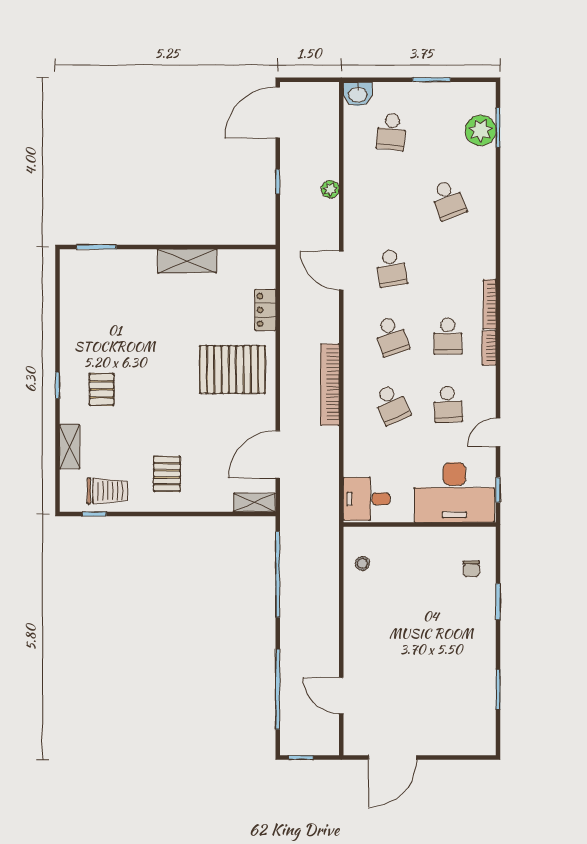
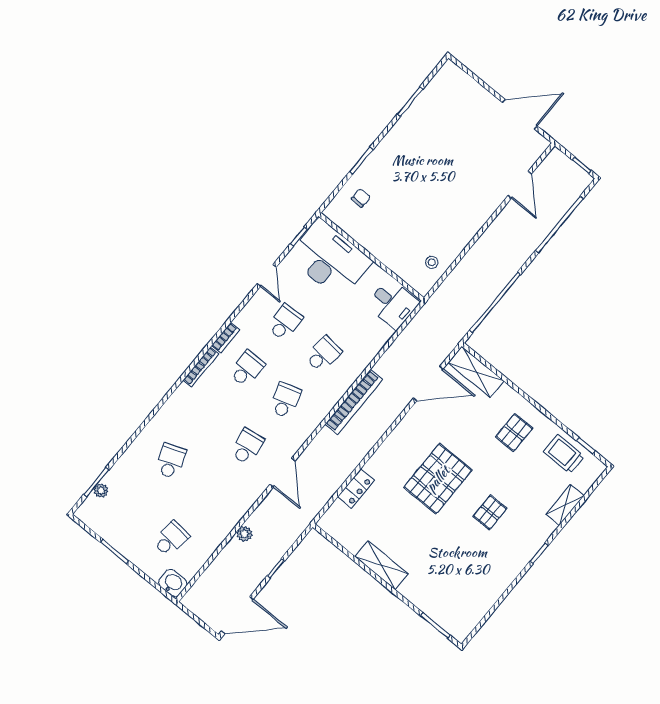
plant: (481, 131) -> (101, 491), width x0.53, depth x0.53
pallet: (232, 370) -> (438, 479), moved, turned 90
pallet: (102, 389) -> (490, 512), moved
school desk: (391, 404) -> (323, 354), turned 30
door: (498, 432) -> (267, 275), hinge flipped
shelving: (254, 502) -> (476, 372), width x1.50, depth x1.33

